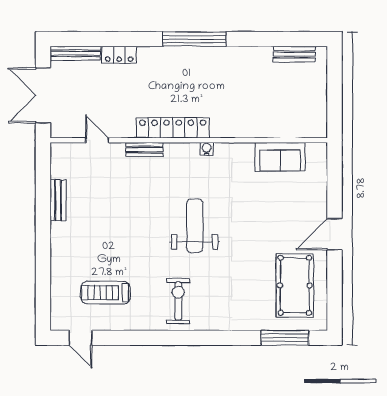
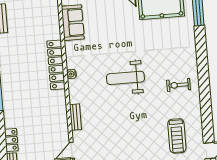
locker: (173, 128) -> (56, 65), moved
exercise bike: (178, 301) -> (178, 85), width x0.73, depth x0.72

